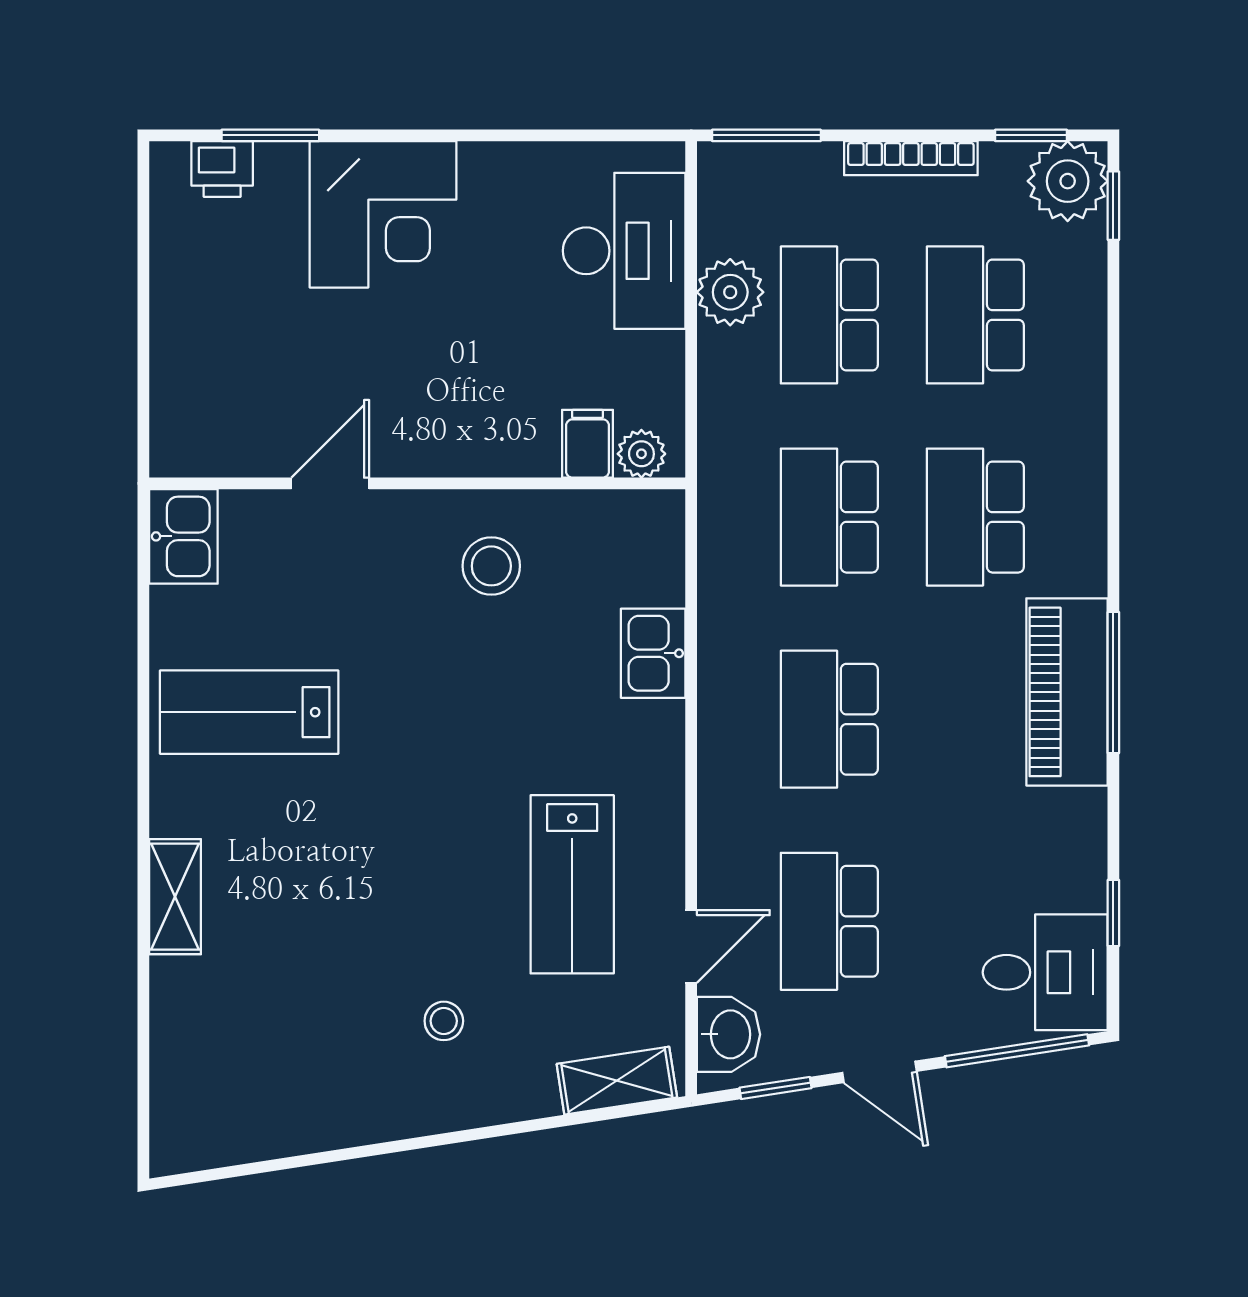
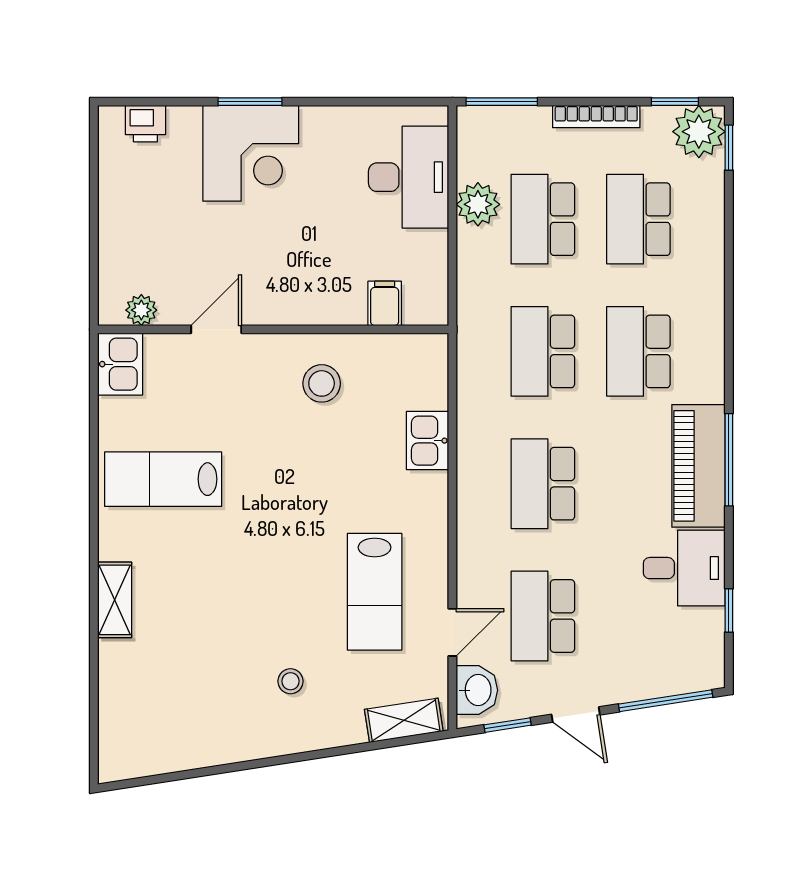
window: (270, 135) -> (250, 102), moved
plant: (641, 454) -> (141, 310), moved
desk: (1045, 972) -> (684, 568), moved

